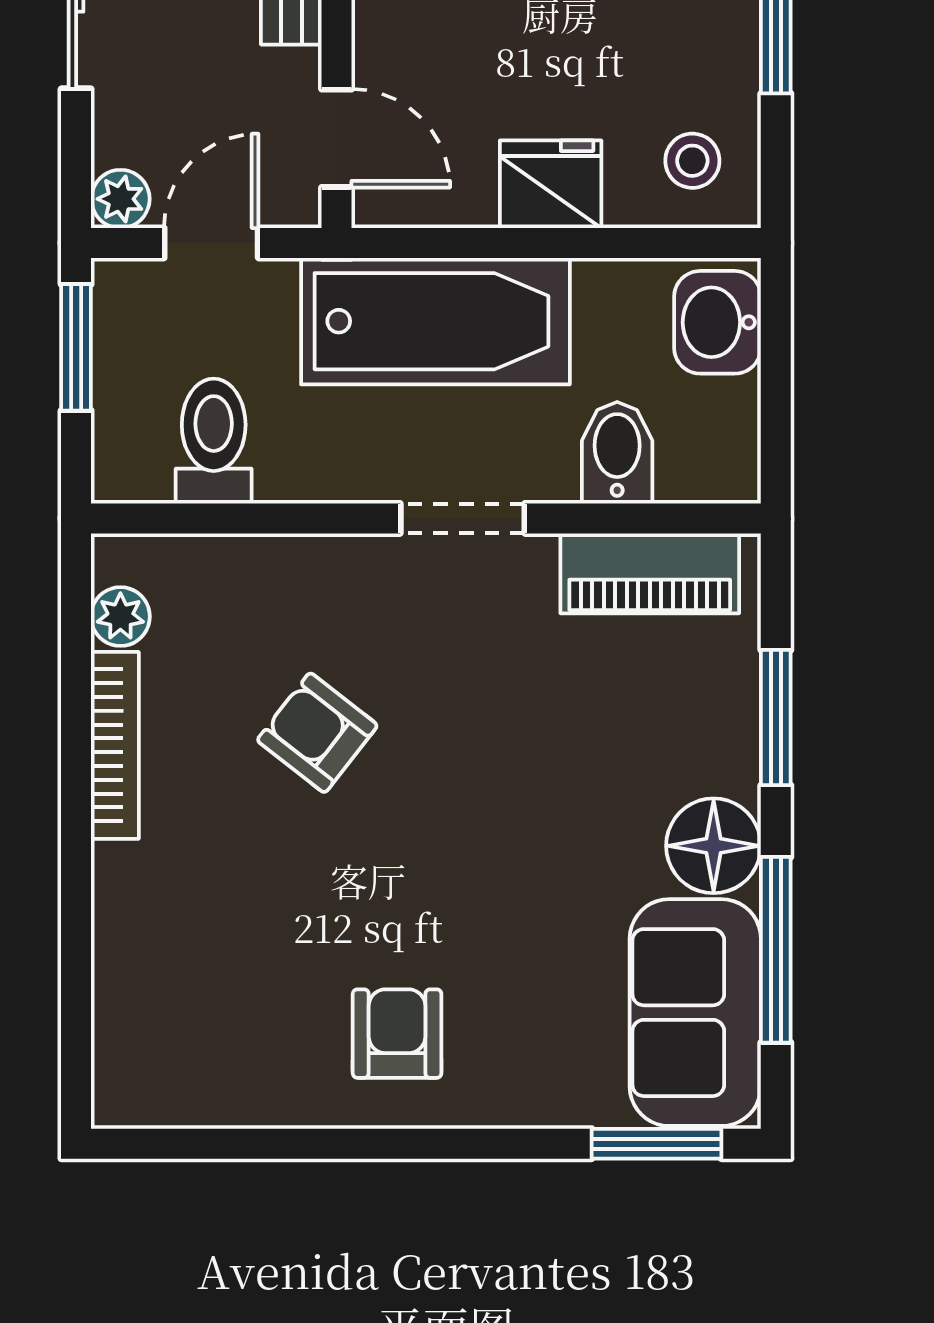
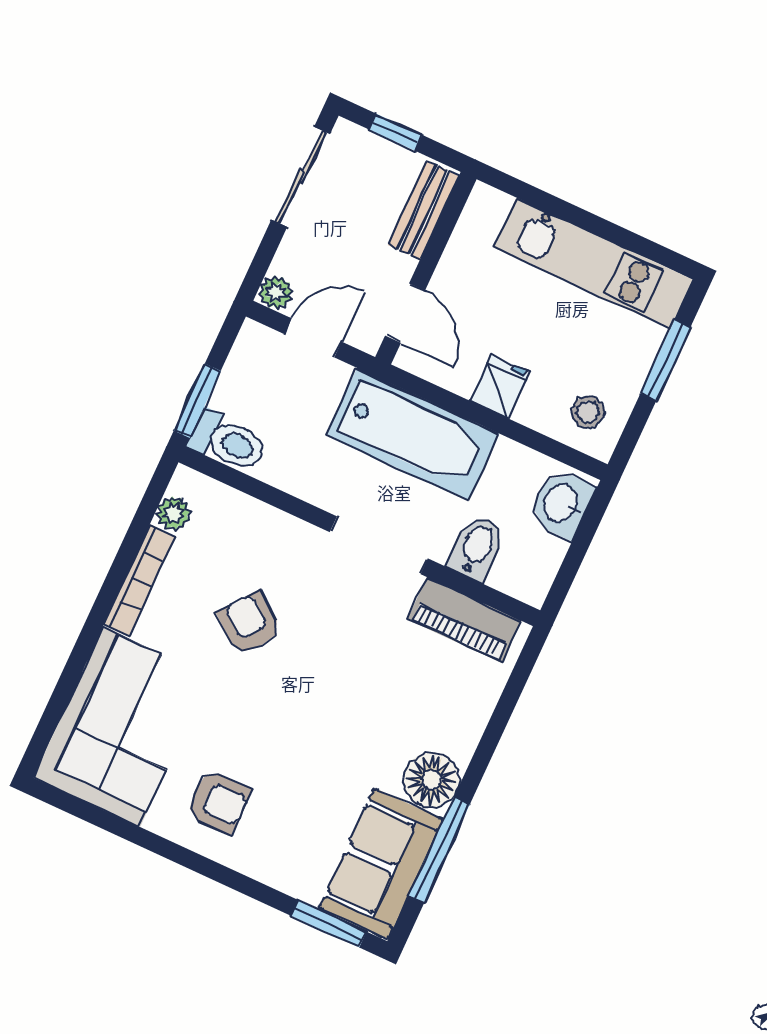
fridge: (551, 184) -> (500, 386), width x0.72
window: (76, 347) -> (197, 401), moved
toilet: (214, 441) -> (228, 442), moved, turned 90
doorway: (463, 518) -> (379, 545), width x1.38
window: (776, 718) -> (496, 727), removed
corner sofa: (192, 987) -> (121, 727), added
armchair: (397, 1034) -> (218, 802), turned 90

